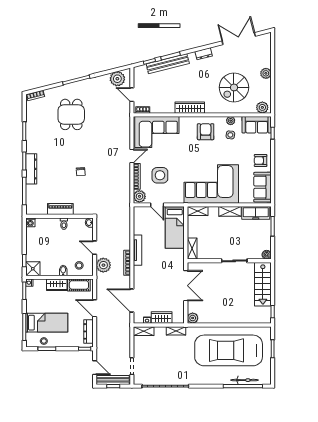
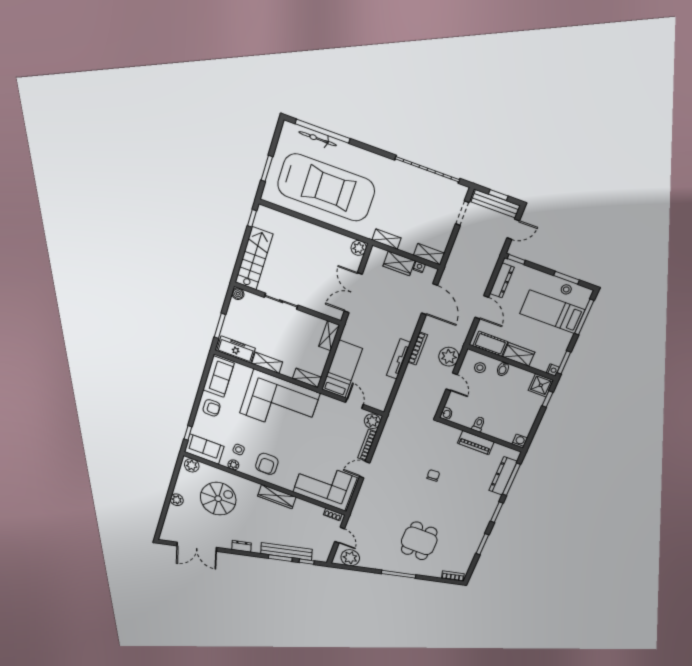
dresser: (31, 169) -> (503, 476), moved
side table: (160, 175) -> (339, 436), removed
door: (95, 368) -> (513, 229), swing flipped

